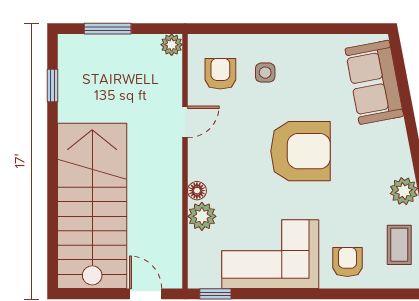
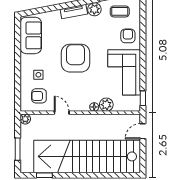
sofa: (374, 82) -> (31, 35), moved, turned -79
tv unit: (399, 147) -> (74, 12), added
stairs: (92, 206) -> (87, 156), width x1.36
armchair: (347, 262) -> (128, 36), turned 90

